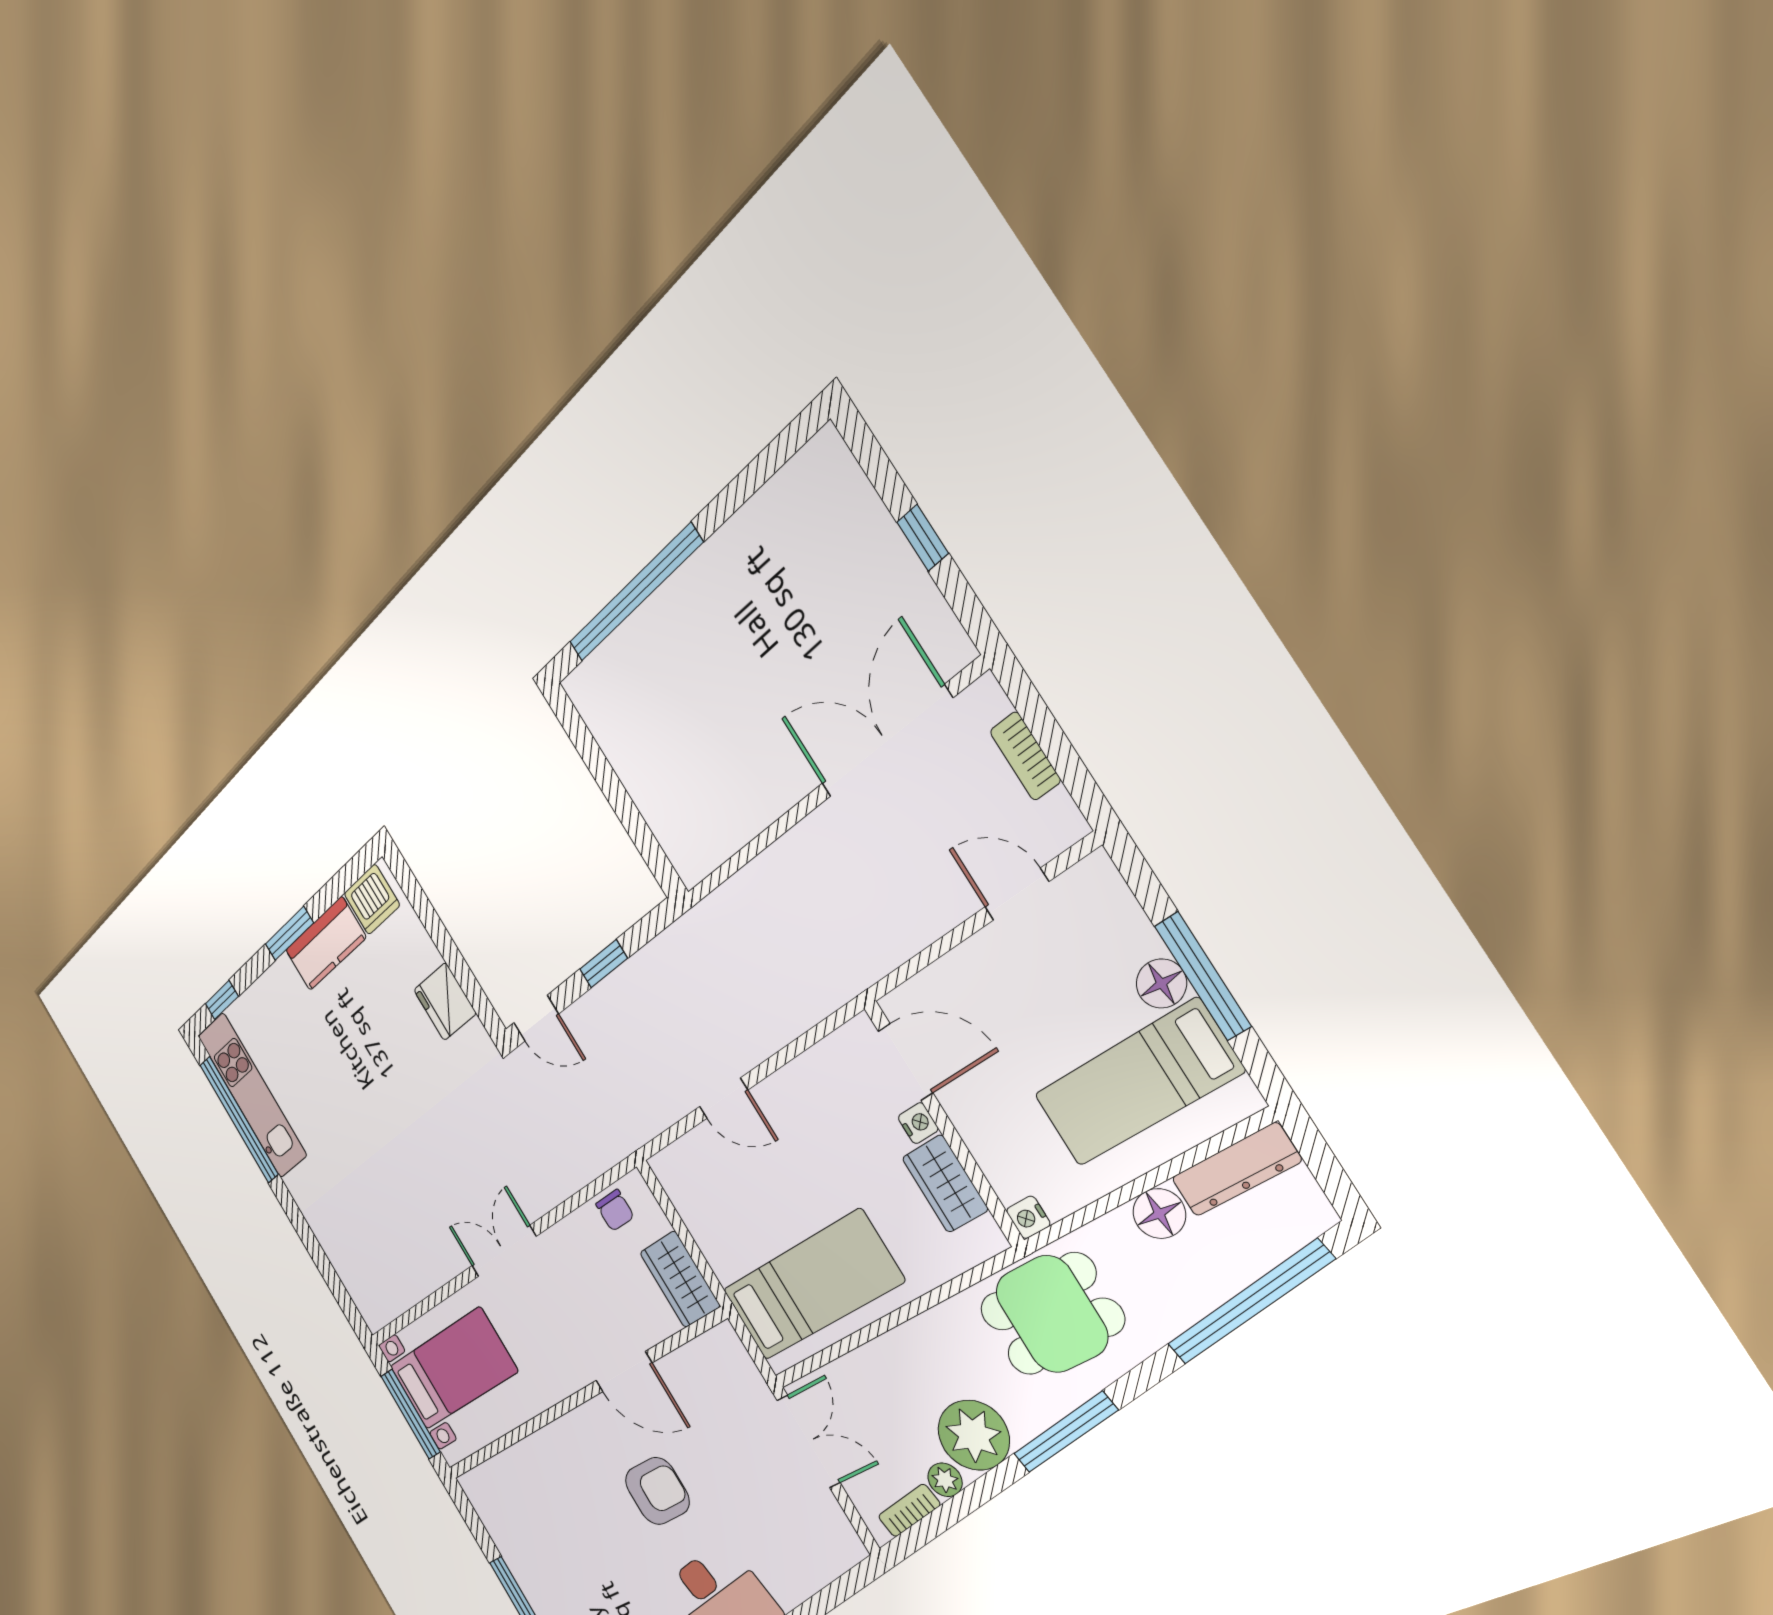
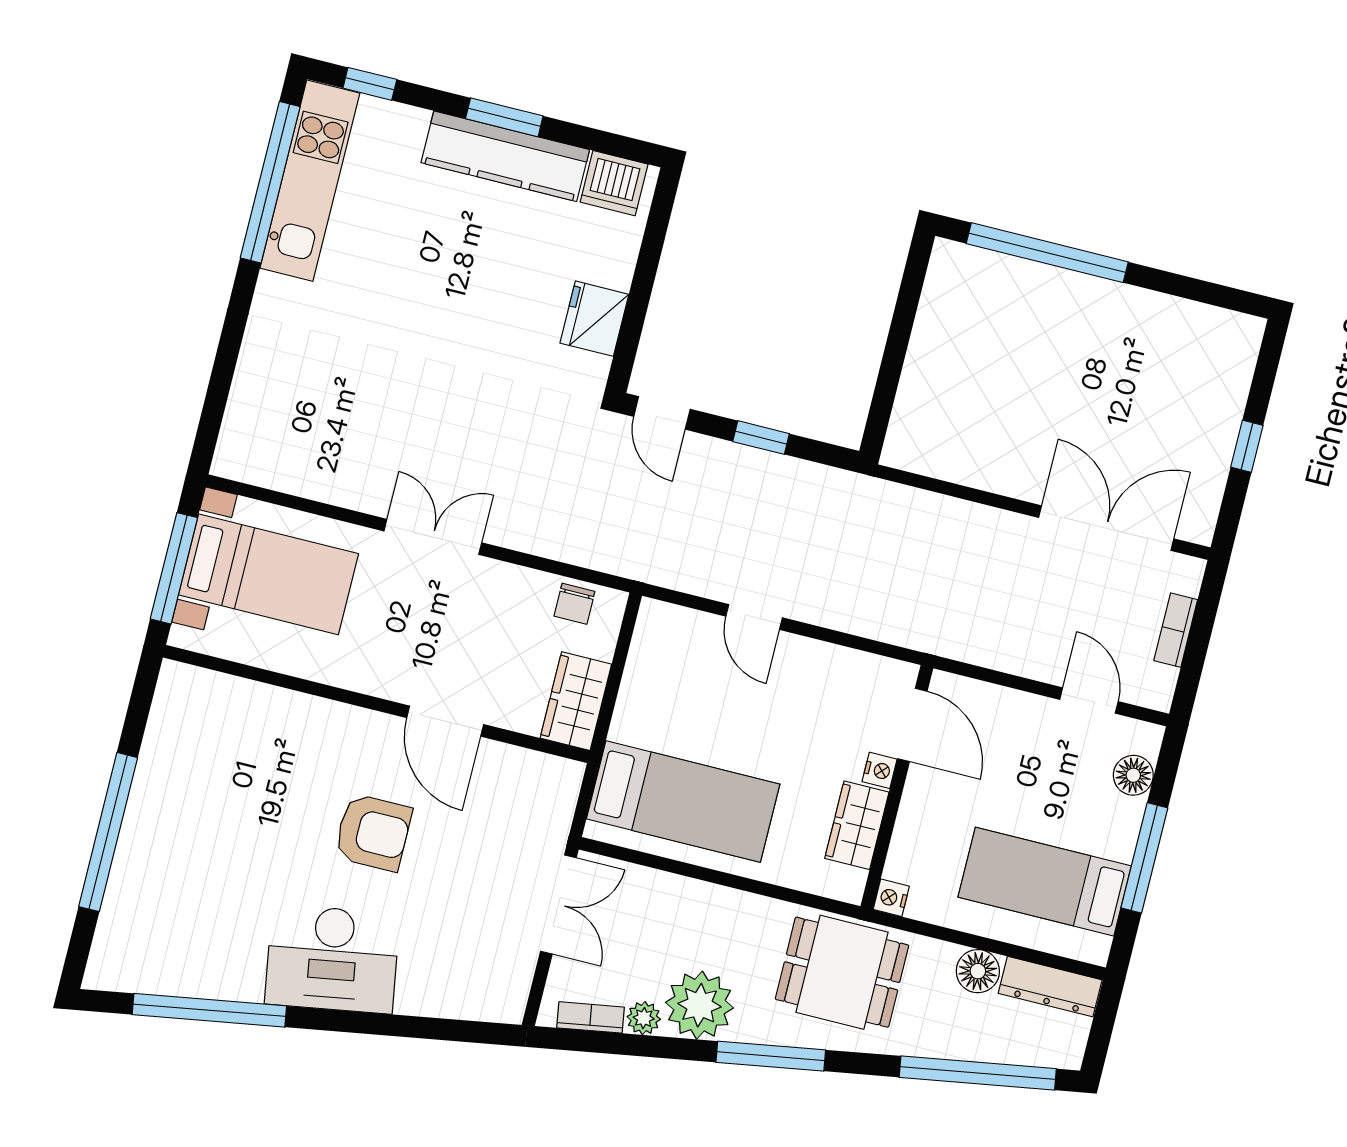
kitchen counter: (326, 944) -> (505, 156), width x1.50
floor lamp: (1161, 984) -> (1133, 775), moved

